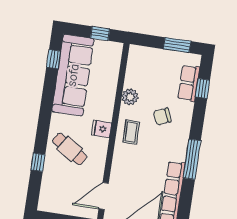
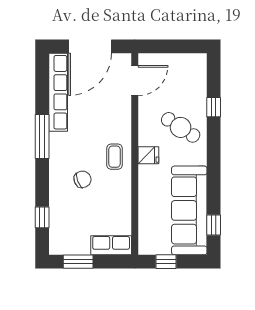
row of seats: (189, 83) -> (111, 245), moved, turned -90
plant: (130, 97) -> (122, 196), removed

